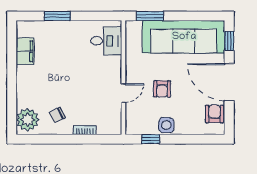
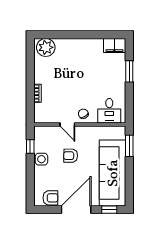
filing cabinet: (25, 51) -> (114, 45), moved
chair: (57, 115) -> (83, 114), moved

